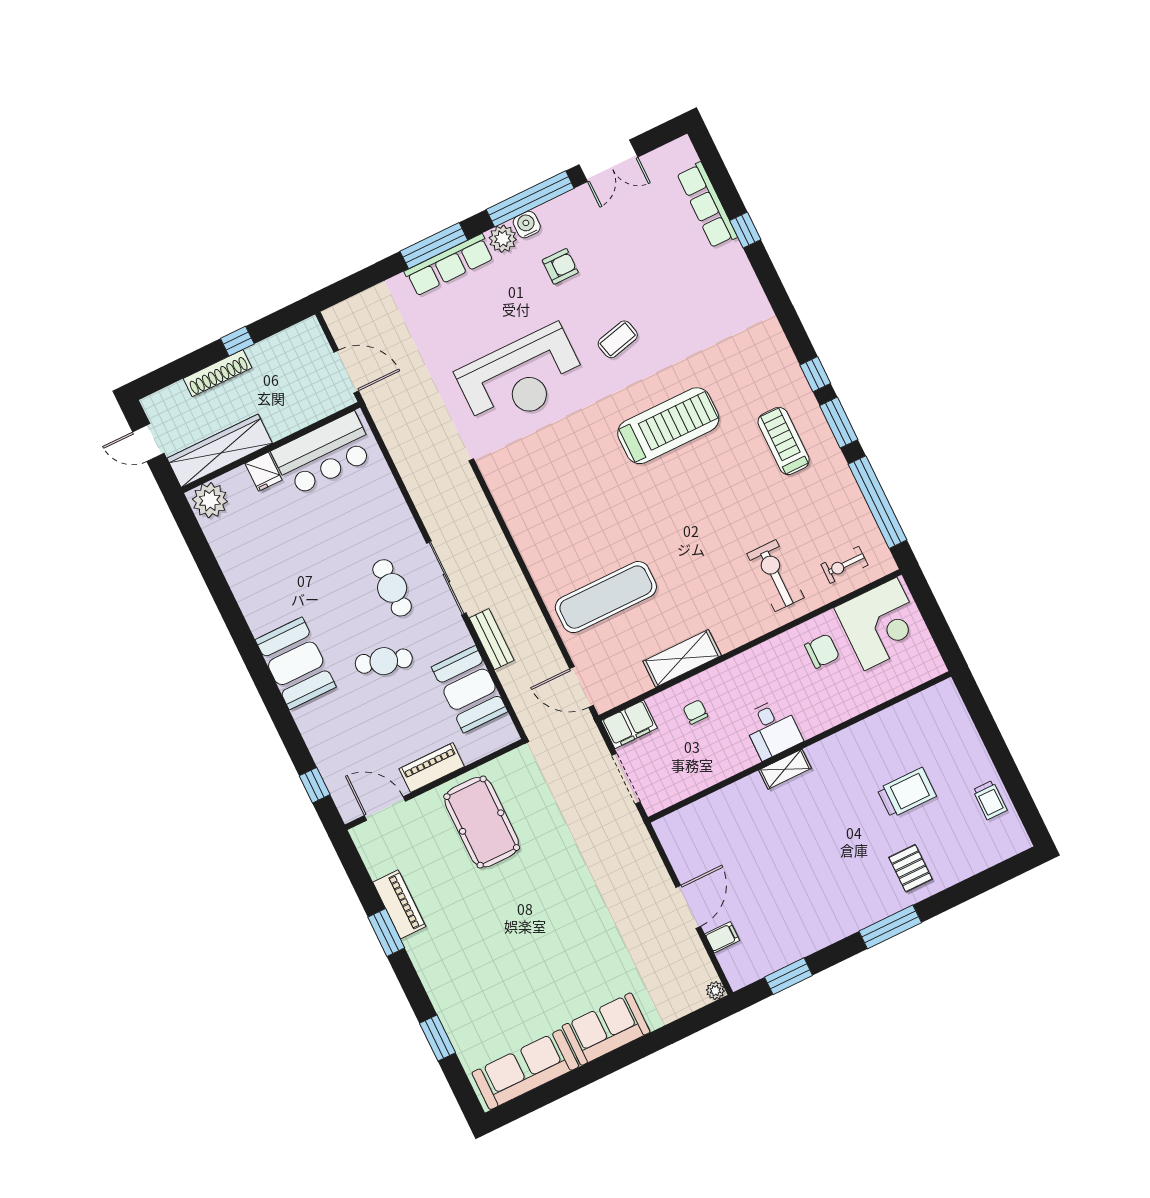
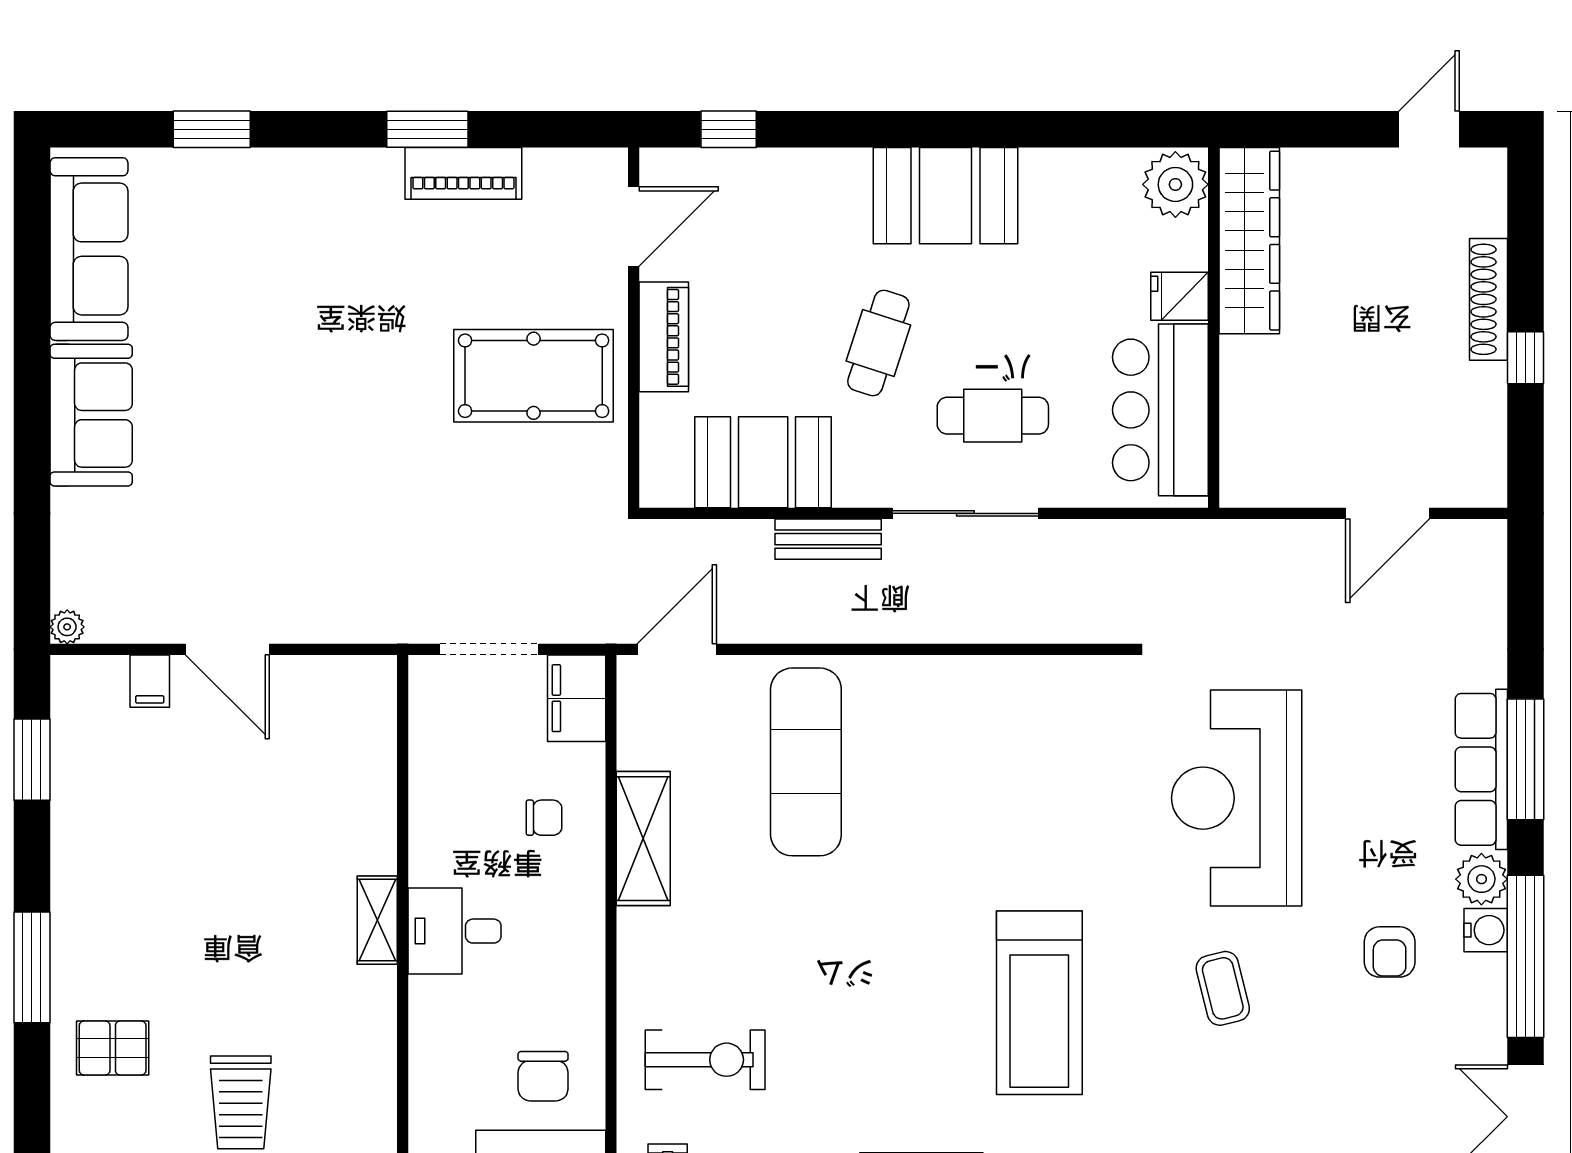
wall: (271, 448) -> (1214, 328), moved
wardrobe: (220, 451) -> (1249, 241), moved
bar counter: (324, 454) -> (1160, 410), moved
fridge: (264, 472) -> (1180, 296), moved
plant: (210, 500) -> (1175, 184), moved

